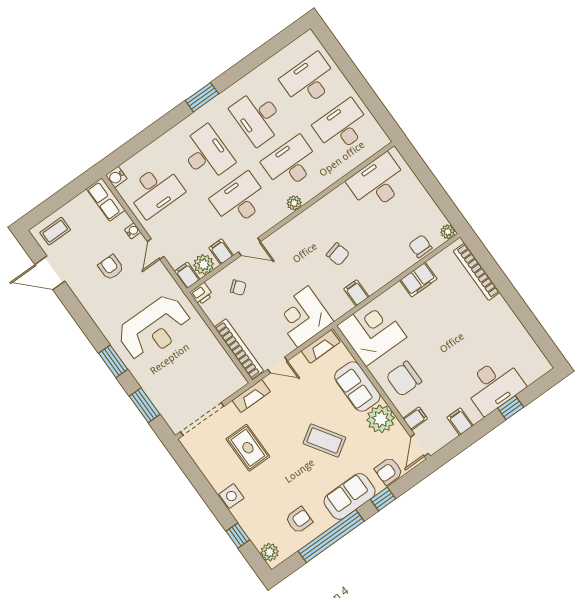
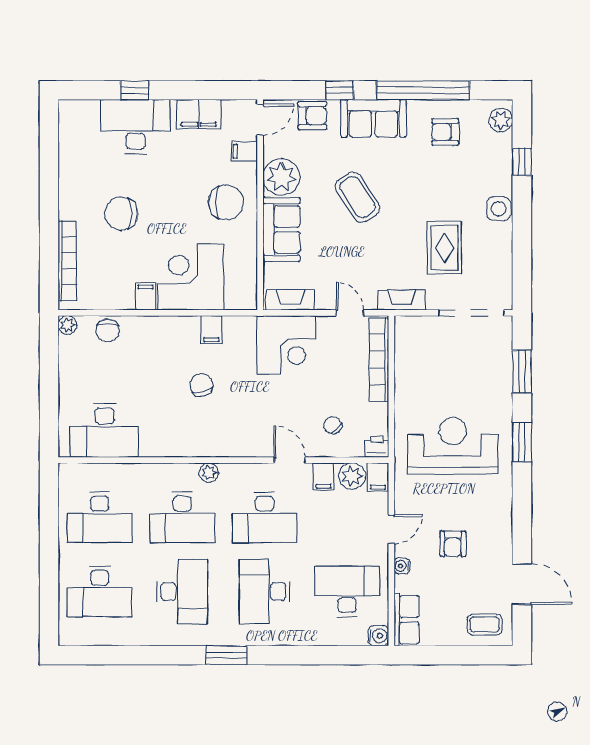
filing cabinet: (418, 280) -> (145, 297), width x0.50
chair: (464, 325) -> (121, 214), added
corner desk: (372, 331) -> (191, 277), moved, turned 90
filing cabinet: (460, 421) -> (199, 114), width x2.00

